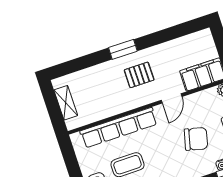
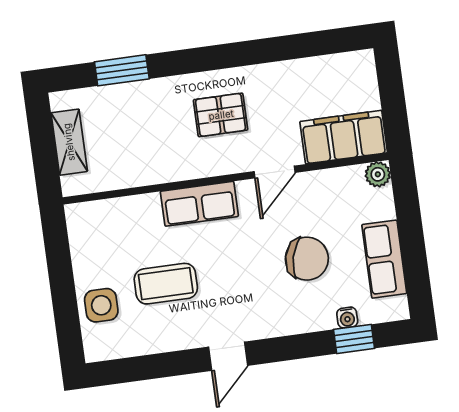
window: (123, 49) -> (122, 70), moved
row of seats: (119, 128) -> (199, 204), width x0.50

